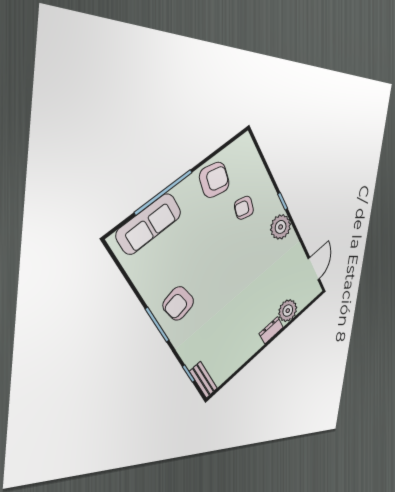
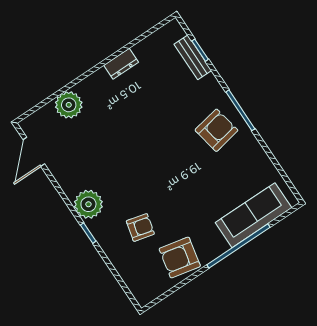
dresser: (271, 330) -> (121, 64), moved
bench: (203, 380) -> (193, 57), moved

